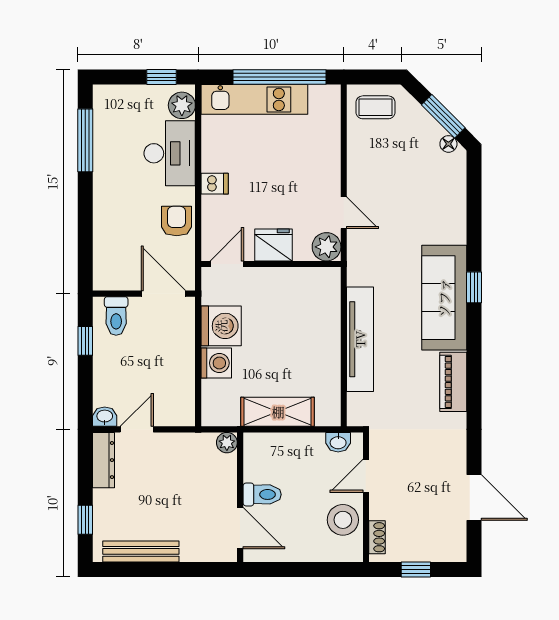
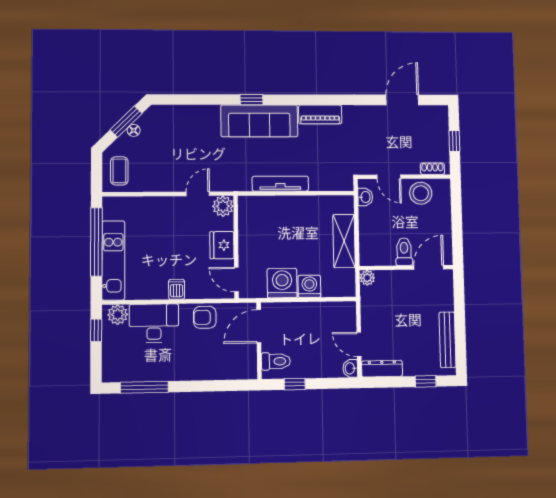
floor lamp: (448, 144) -> (134, 130), moved
tv unit: (360, 339) -> (280, 184), width x0.73, depth x0.78

